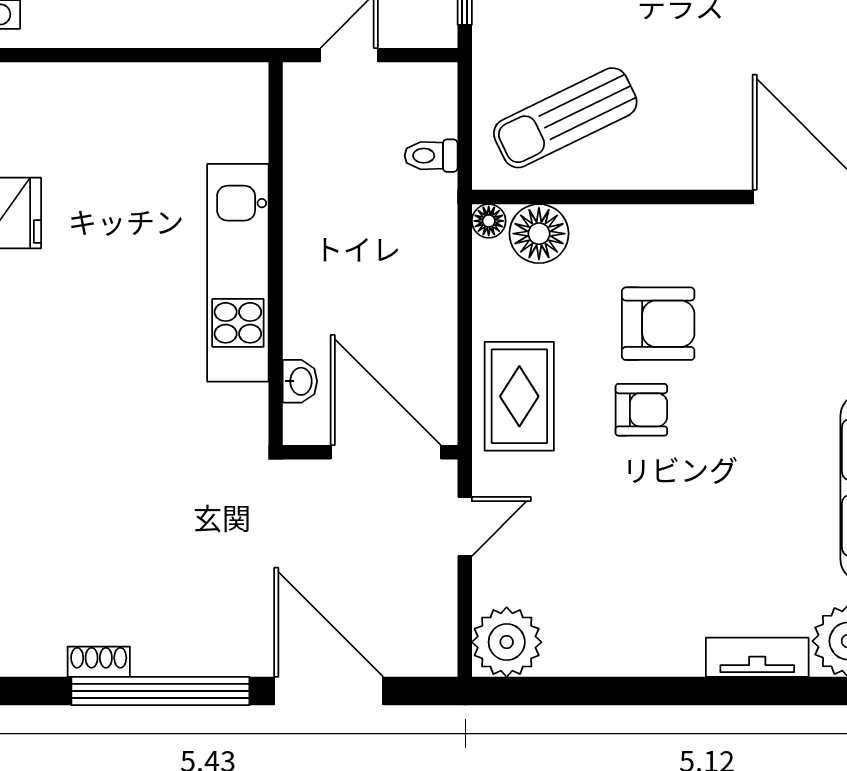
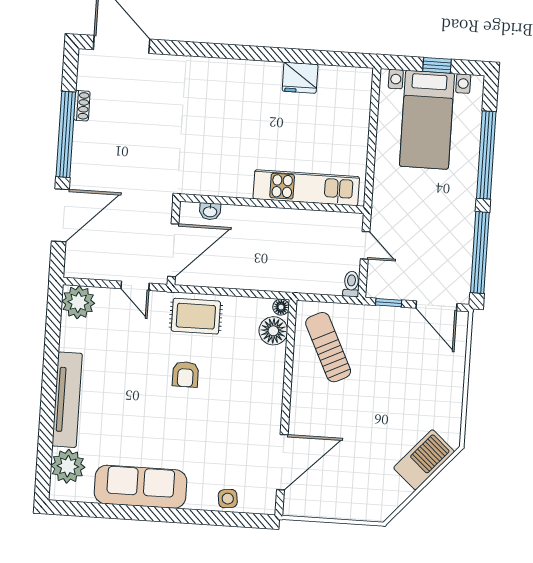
toilet: (431, 156) -> (351, 284), moved
kitchen unit: (238, 273) -> (306, 188), moved
armchair: (658, 324) -> (226, 385), removed
tv unit: (757, 657) -> (67, 400), width x1.92, depth x1.29

